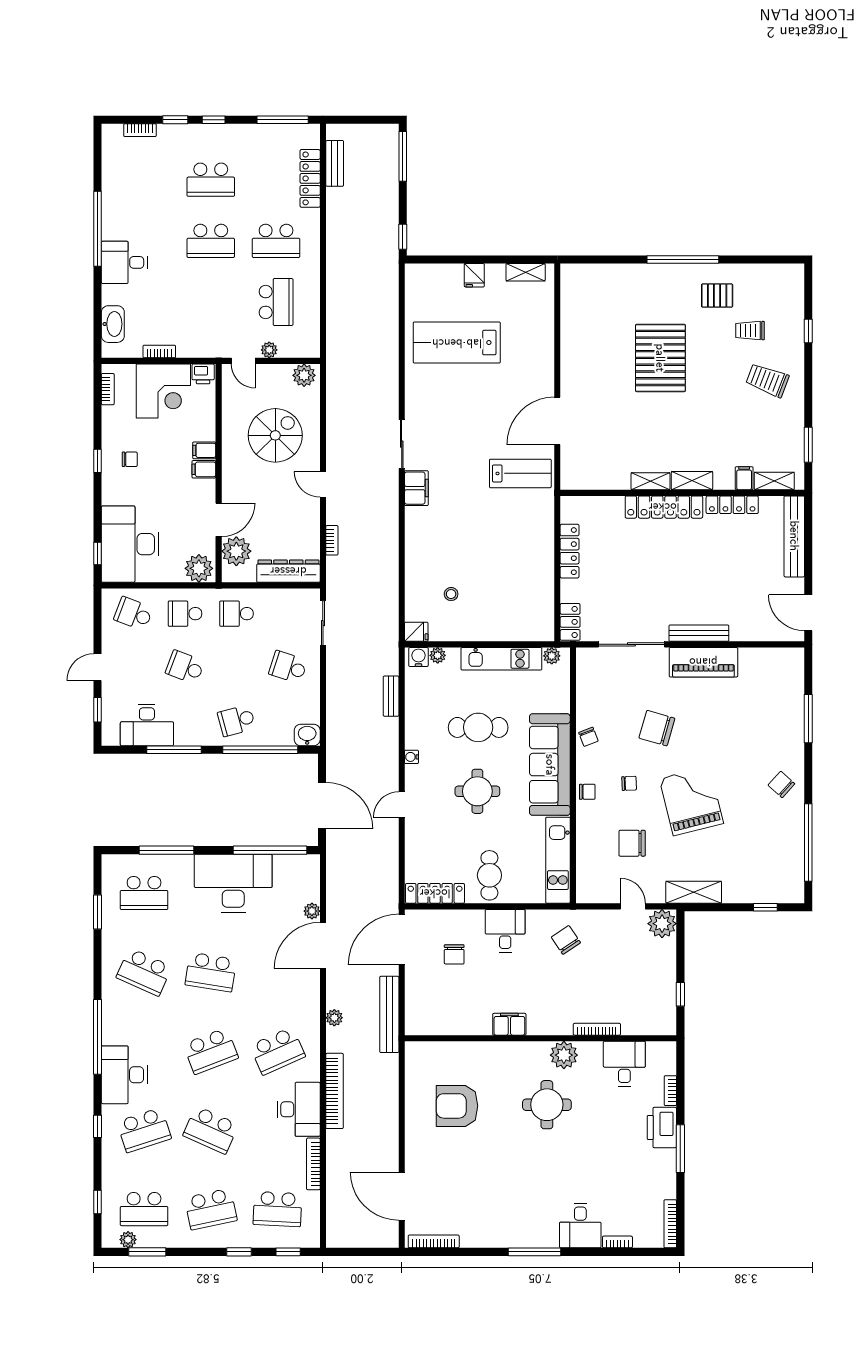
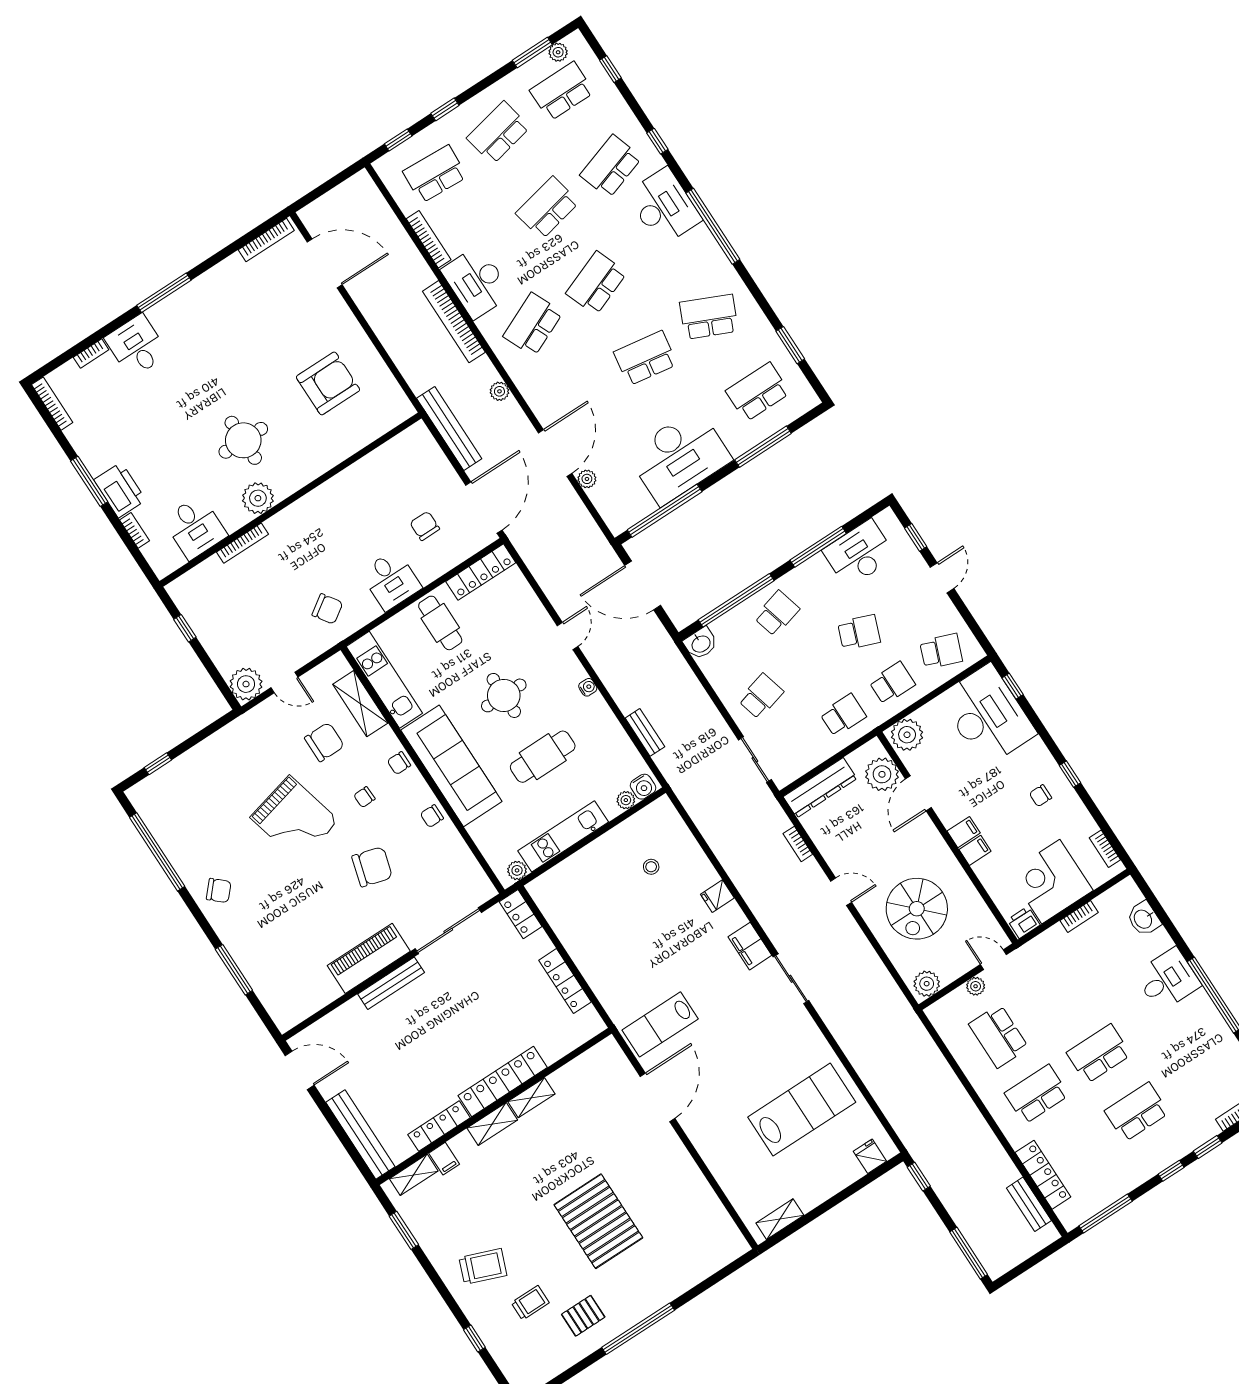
fridge: (474, 275) -> (870, 1156), moved
washbasin: (113, 324) -> (1144, 919), width x0.72
fridge: (416, 632) -> (717, 896), moved
school desk: (288, 667) -> (761, 696), turned -33
chair: (588, 737) -> (432, 816), turned -69
shelving: (694, 892) -> (360, 704), moved, turned 90
filing cabinet: (509, 1024) -> (329, 494), removed
school desk: (211, 1130) -> (547, 208), turned -36

